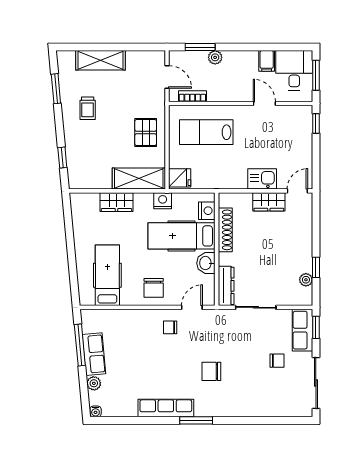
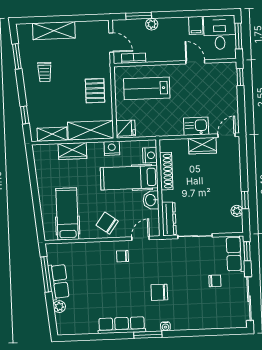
shelving: (94, 181) -> (52, 134), added
chair: (154, 288) -> (107, 223), turned 126
water cooler: (96, 411) -> (165, 326), moved

